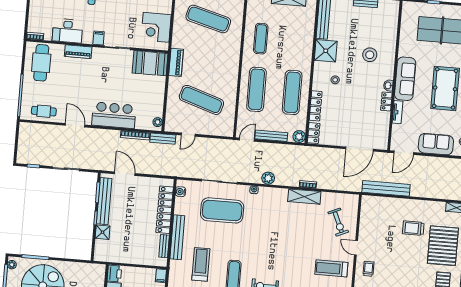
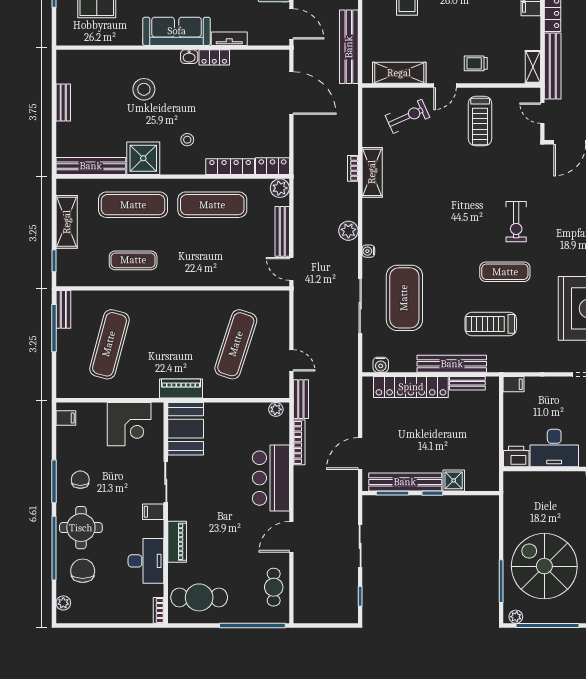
exercise mat: (256, 89) -> (133, 205), moved
shelving: (367, 219) -> (399, 73), added

